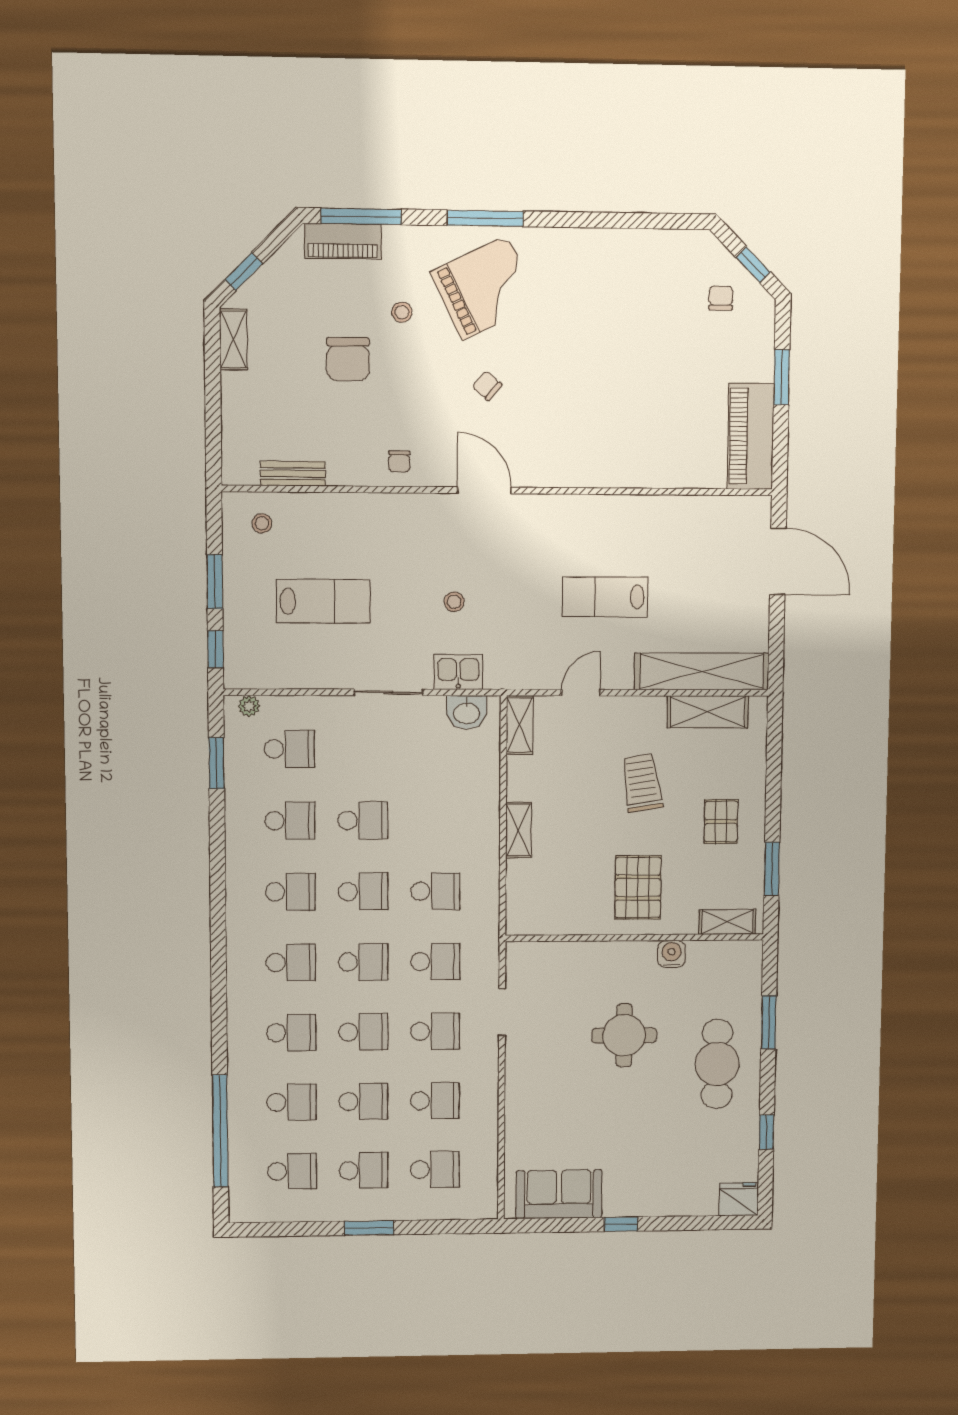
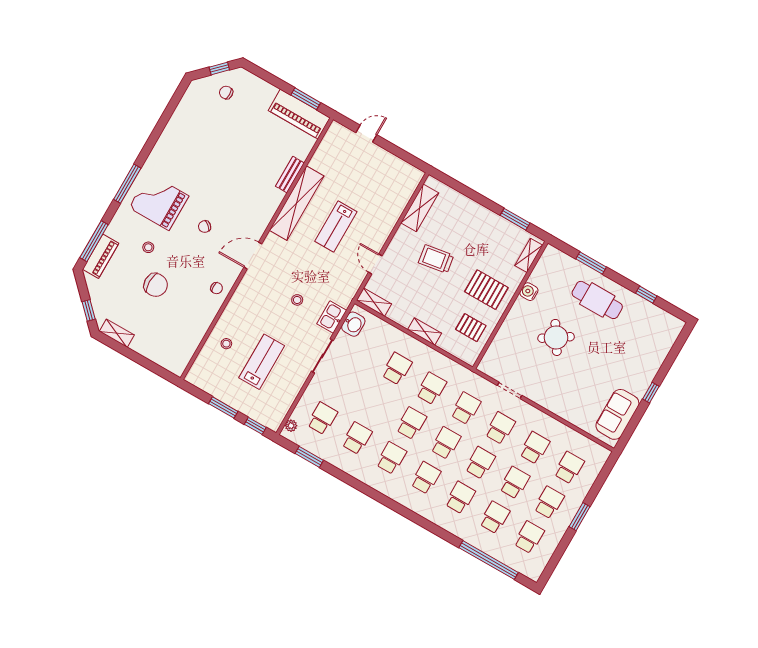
grand piano: (485, 288) -> (159, 202), turned -64
window: (782, 377) -> (306, 99), moved
bench: (293, 474) -> (290, 175), moved
stool: (262, 523) -> (226, 344), moved
door: (778, 561) -> (366, 134), width x0.53
shelving: (702, 672) -> (297, 203), moved
school desk: (363, 820) -> (397, 369), moved
pallet: (721, 822) -> (471, 328), moved
round table: (624, 1035) -> (556, 337), turned -33
fridge: (739, 1199) -> (673, 327), removed

